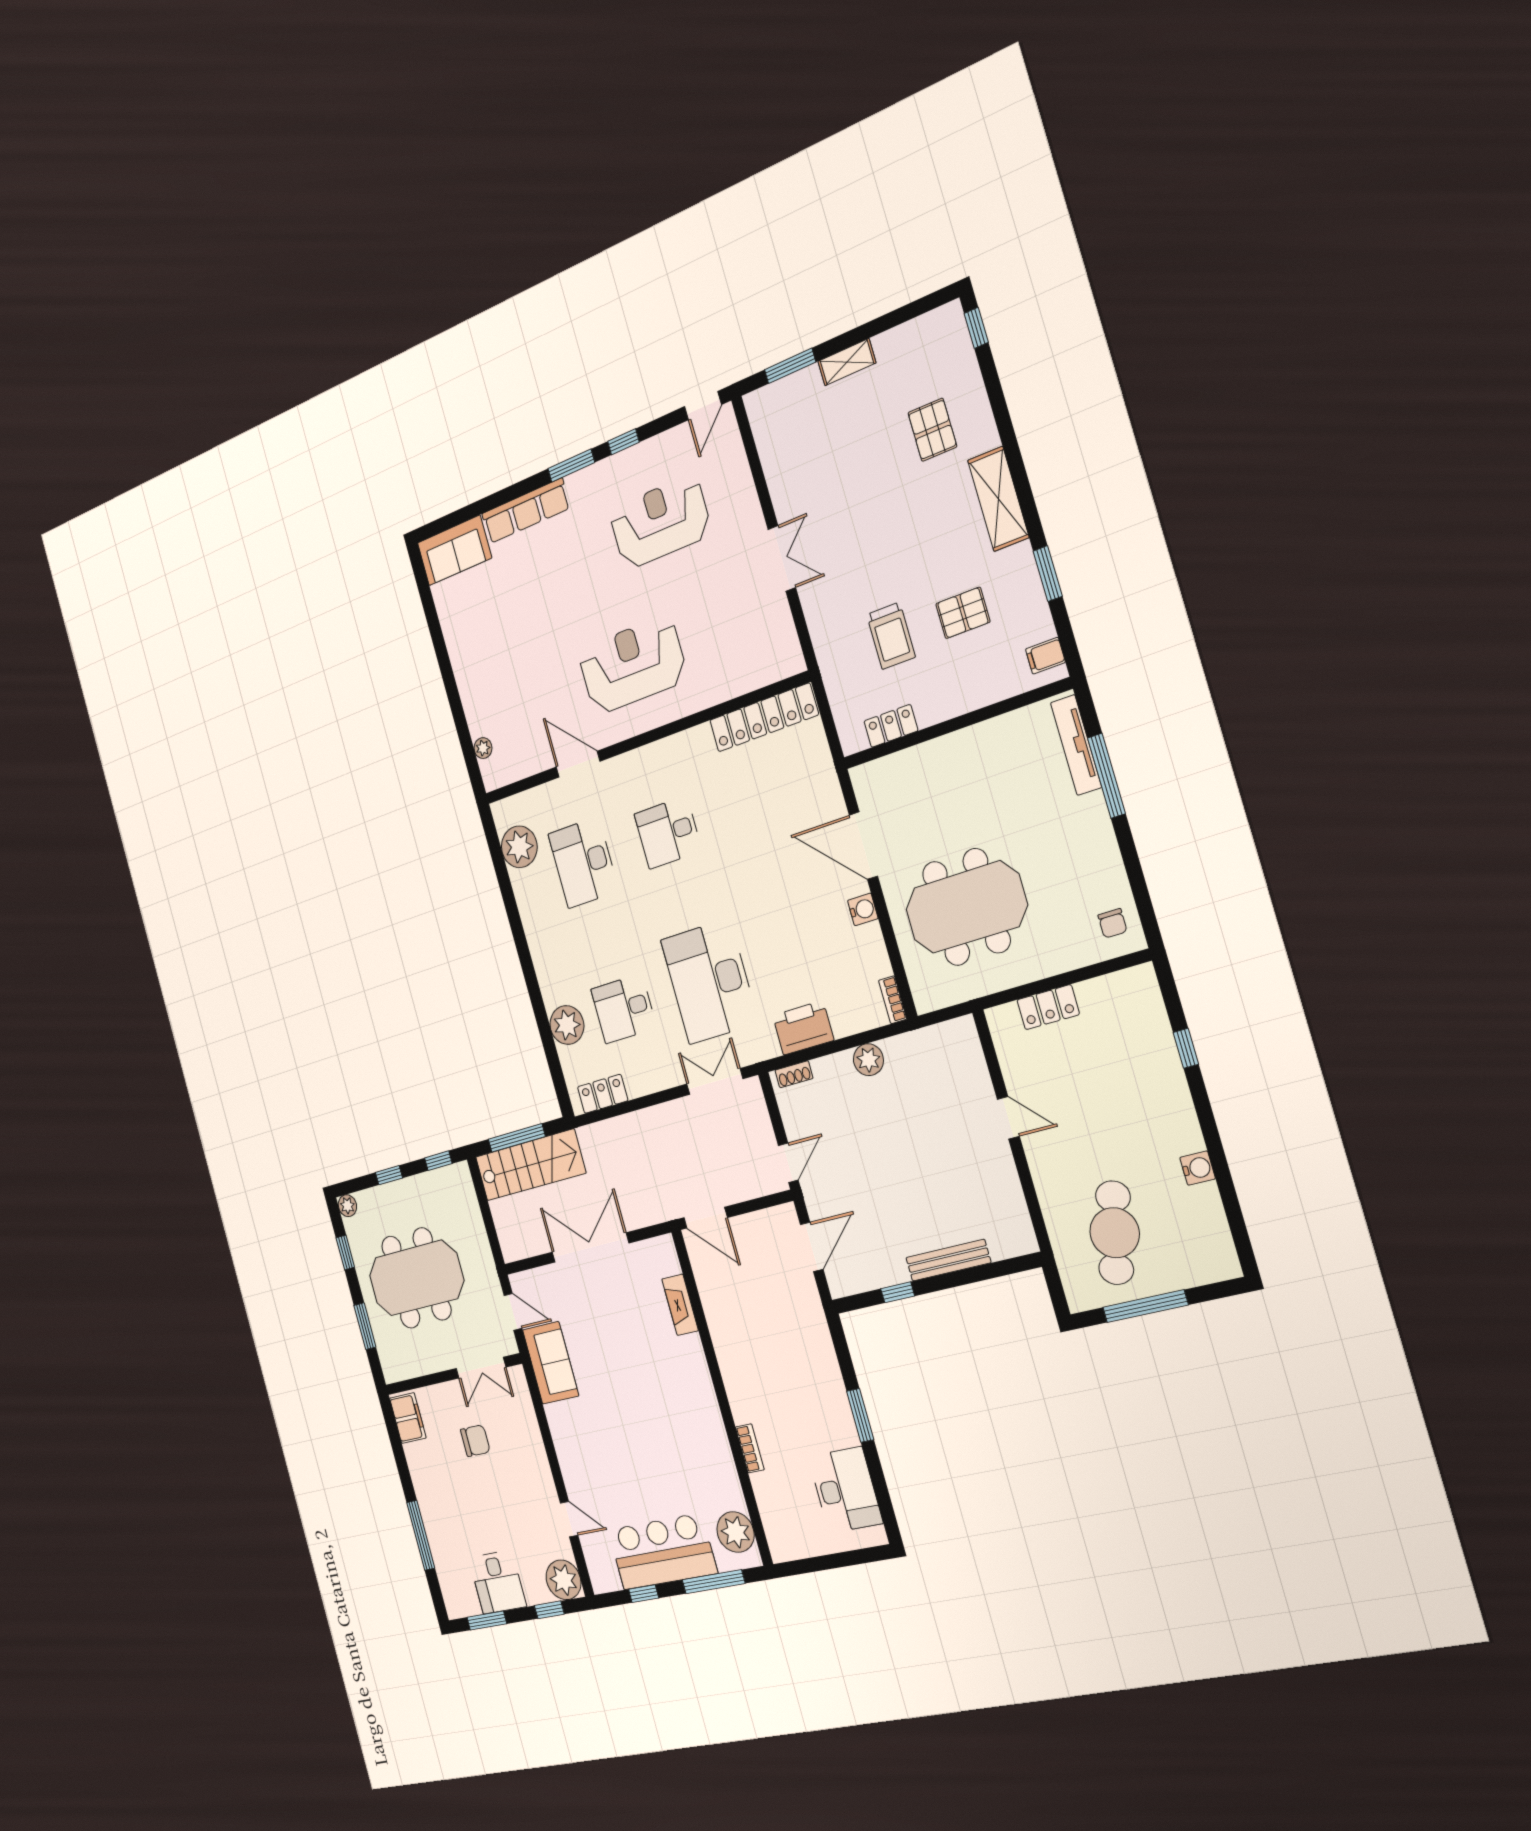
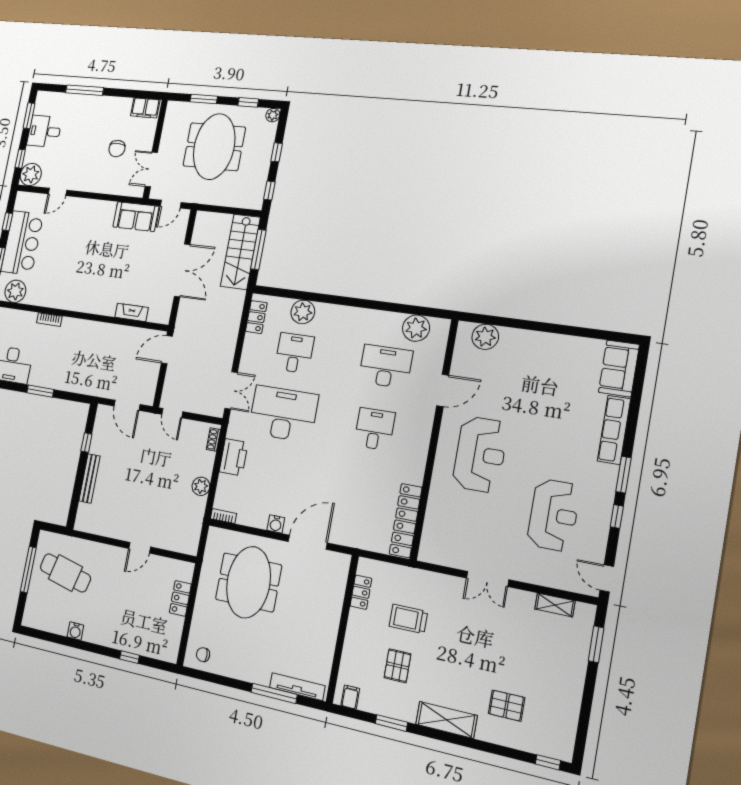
shelving: (847, 362) -> (555, 605), moved, turned 90
plant: (483, 748) -> (485, 337), width x1.88, depth x1.88

